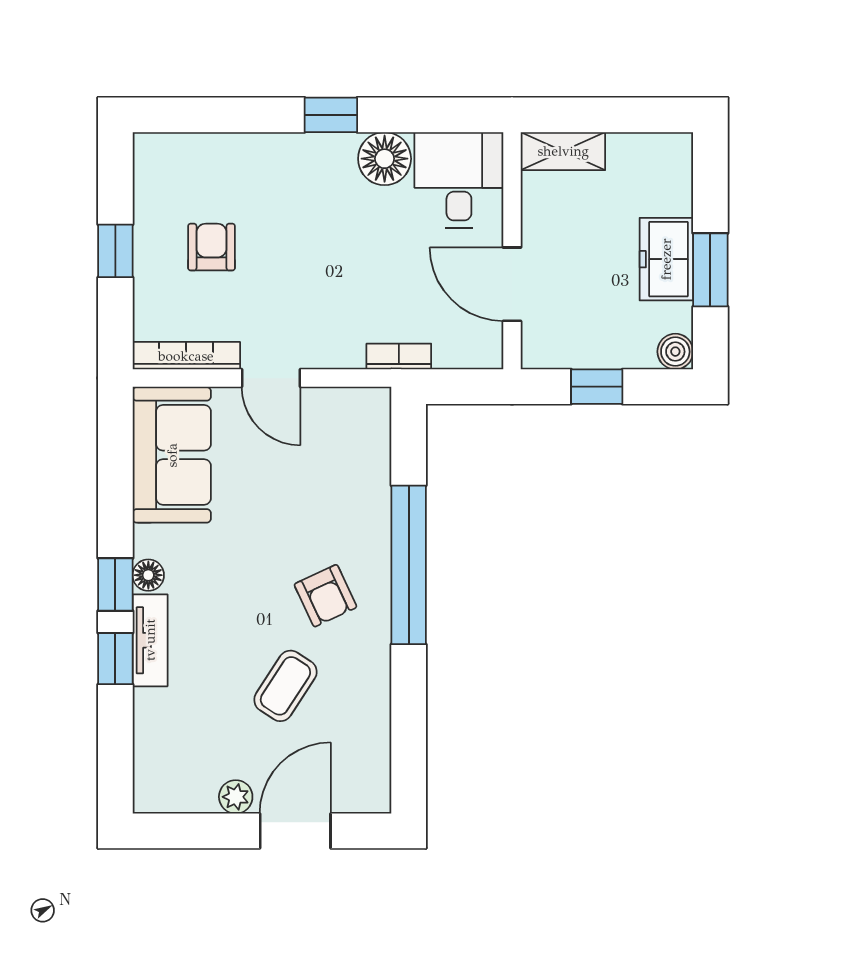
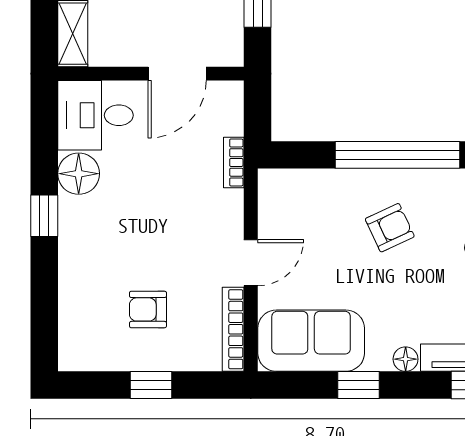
window: (115, 585) -> (358, 385), moved
armchair: (325, 596) -> (390, 228), moved

